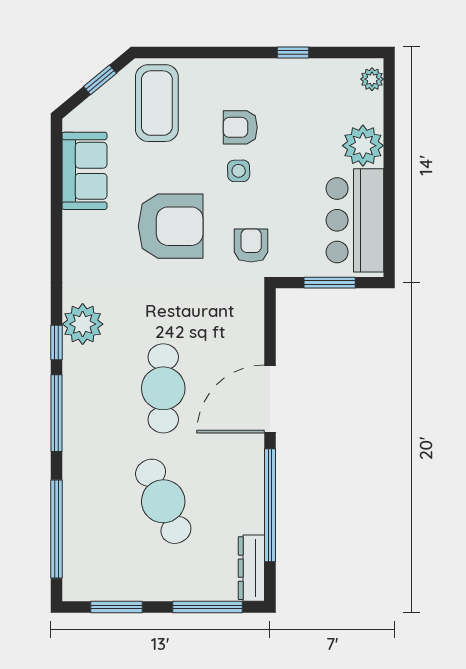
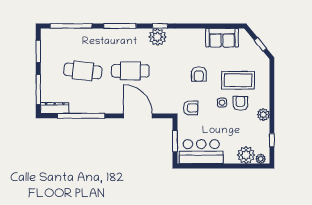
window: (293, 53) -> (272, 140), moved
plant: (267, 73) -> (263, 115), added
coffee table: (157, 103) -> (238, 80), moved
plant: (363, 146) -> (246, 155), moved
armchair: (171, 226) -> (199, 74), width x0.53, depth x0.53
window: (56, 343) -> (160, 26), moved
door: (270, 399) -> (138, 116), moved
cafe table: (163, 501) -> (83, 71), turned 30

